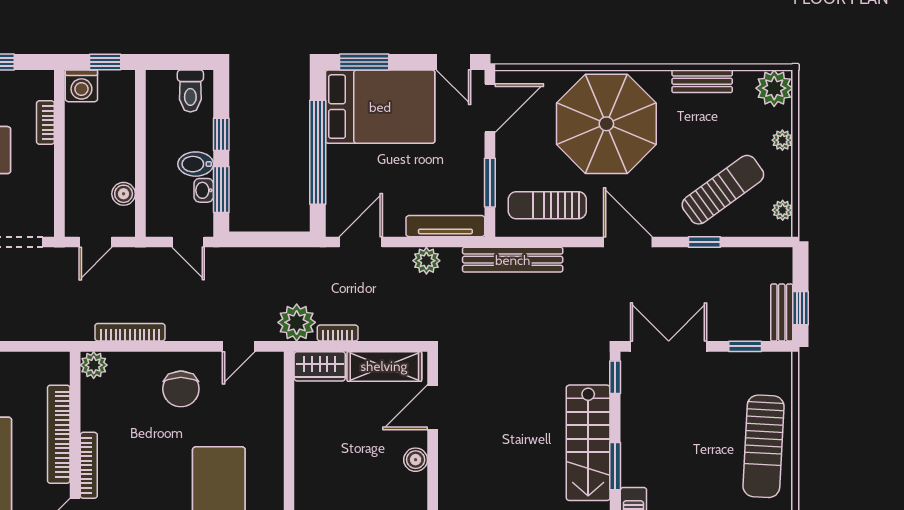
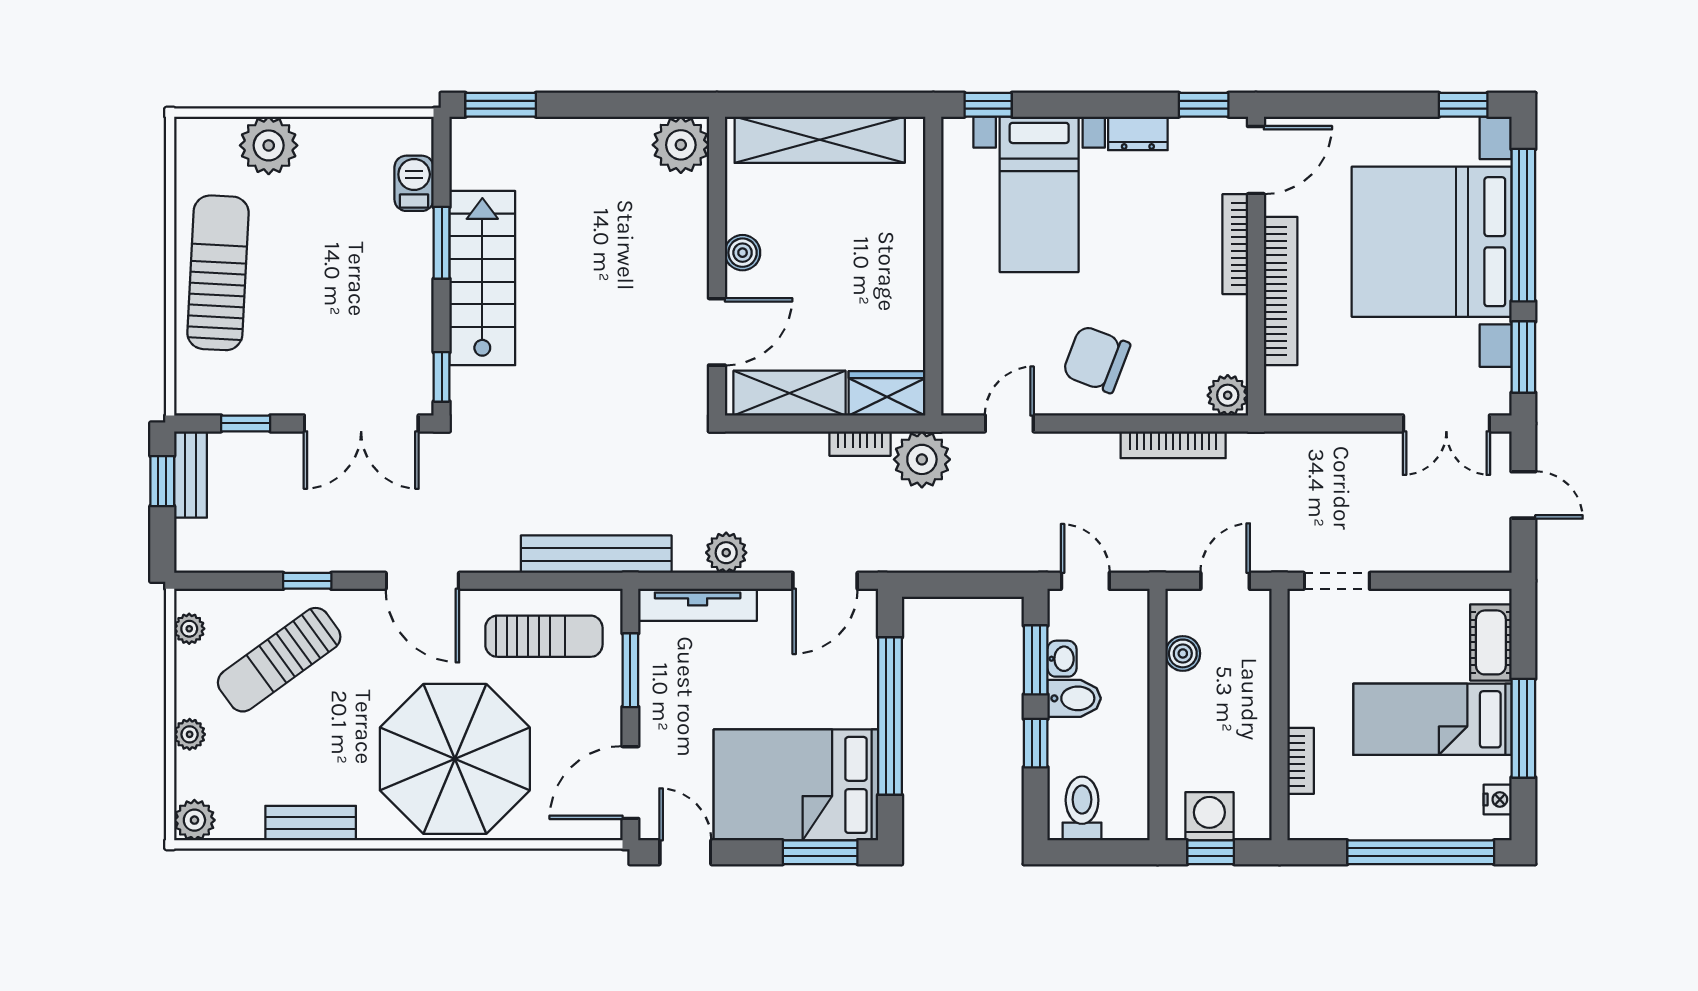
washing machine: (81, 86) -> (1209, 816), moved
plant: (774, 88) -> (194, 820), width x0.73, depth x0.73
chair: (181, 389) -> (1096, 359), turned -69

